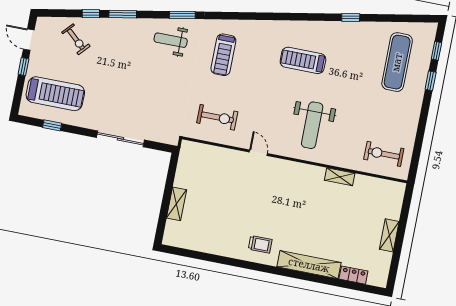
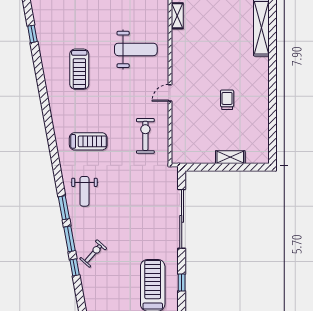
window: (182, 15) -> (64, 208), moved
exercise bike: (76, 39) -> (93, 254), moved
sliding door: (121, 139) -> (182, 219), width x1.36
trolley: (260, 244) -> (227, 100), moved

